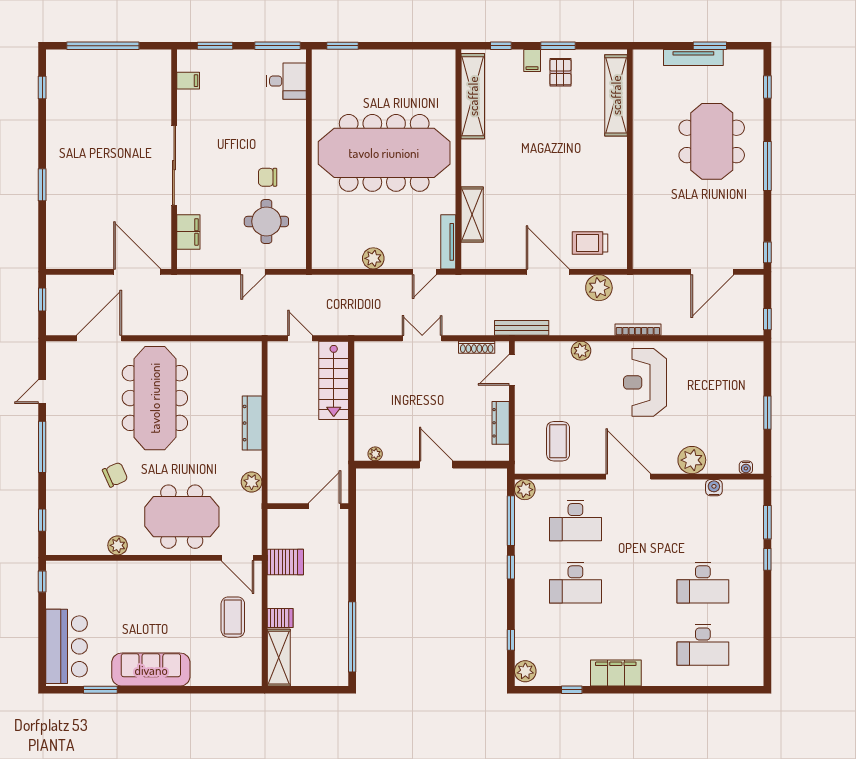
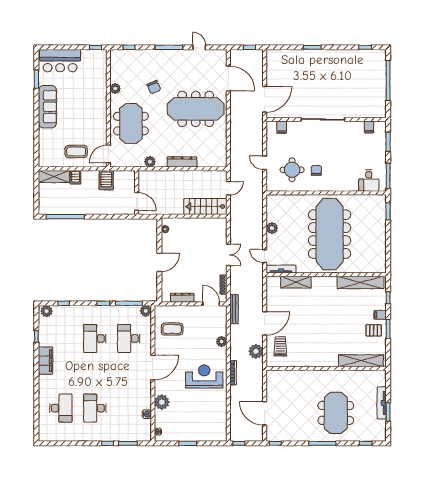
meeting table: (712, 141) -> (336, 413), turned 90
filing cabinet: (188, 232) -> (282, 127), width x0.50
desk: (703, 645) -> (61, 408), turned 180

